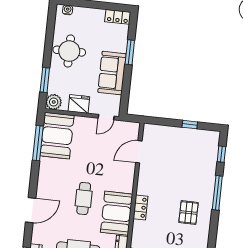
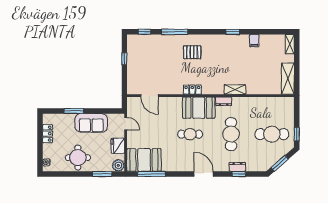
locker: (118, 17) -> (48, 134), moved

